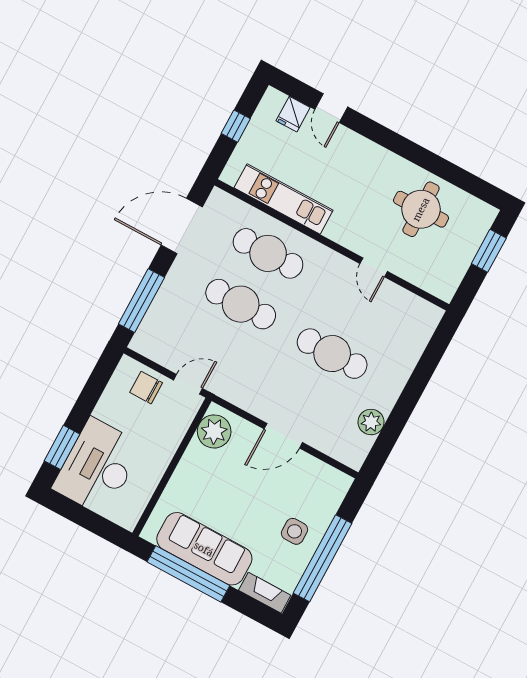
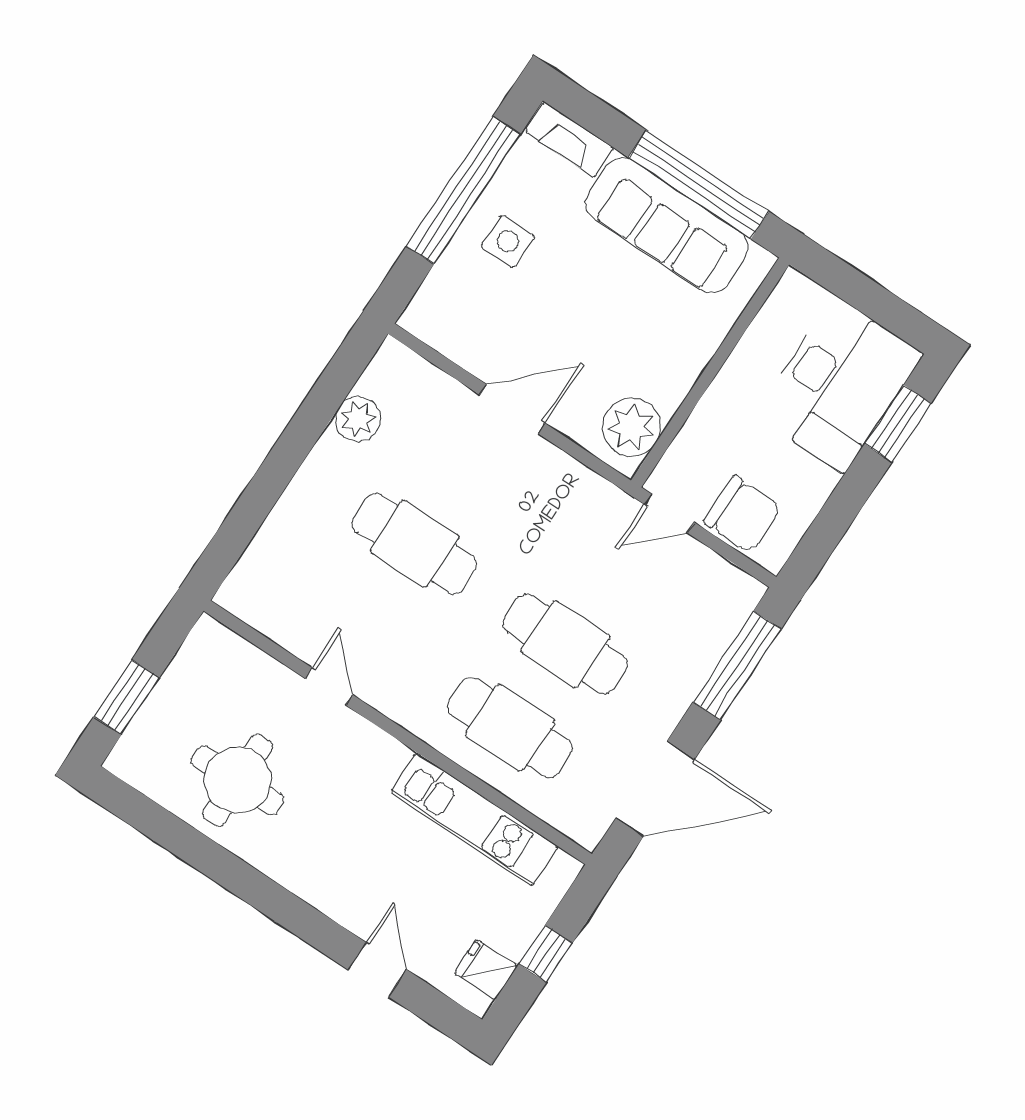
fridge: (293, 114) -> (486, 970), moved, turned -90
chair: (146, 388) -> (742, 514), width x1.37, depth x1.37

